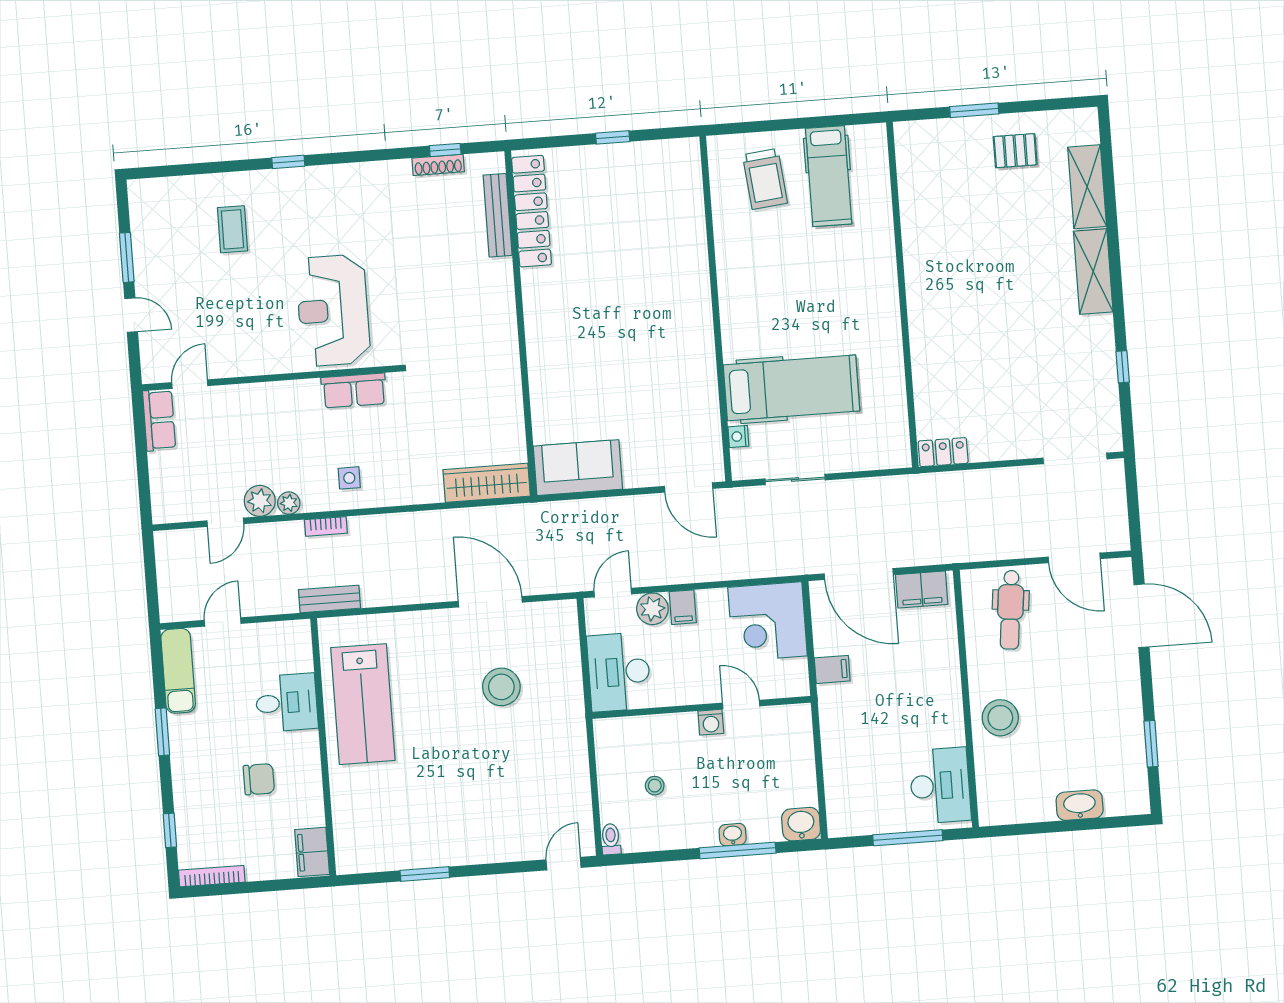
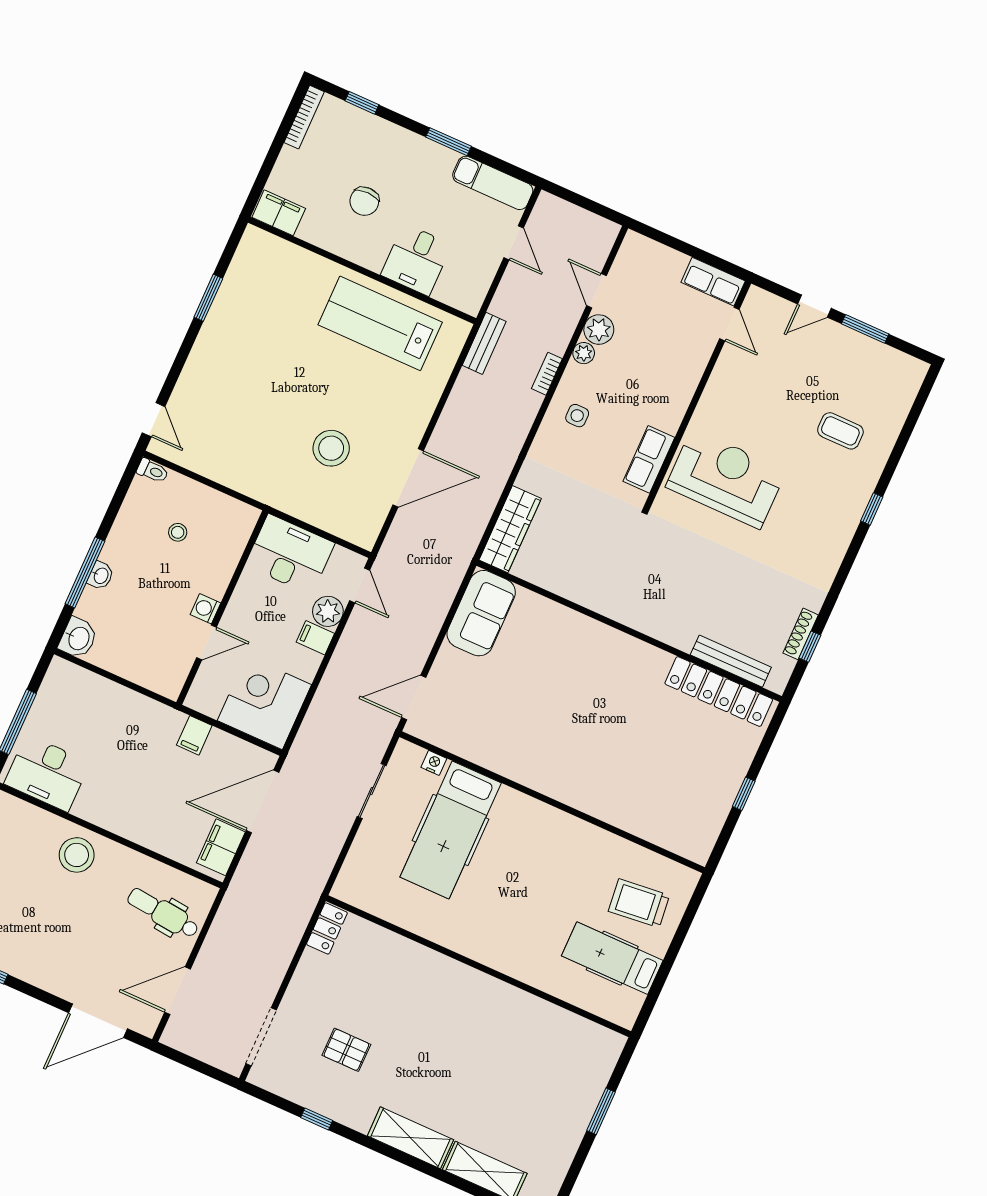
pallet: (1015, 151) -> (346, 1050), moved, turned 90

